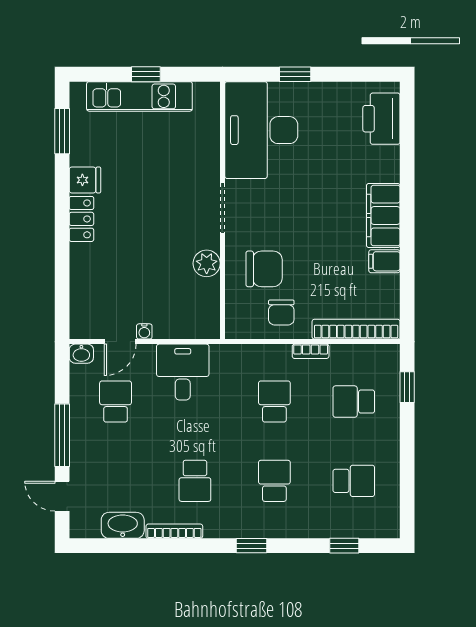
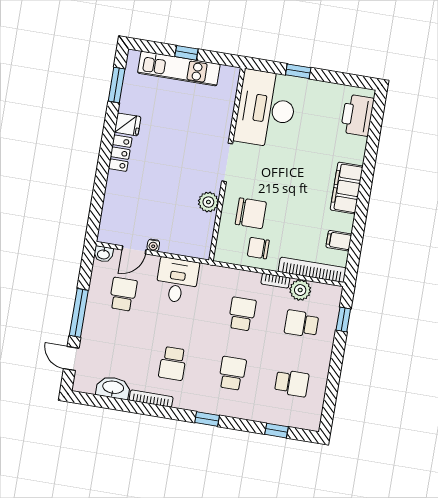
filing cabinet: (384, 261) -> (339, 241), moved
chair: (281, 313) -> (258, 248), turned 90
plant: (345, 358) -> (300, 290), added

